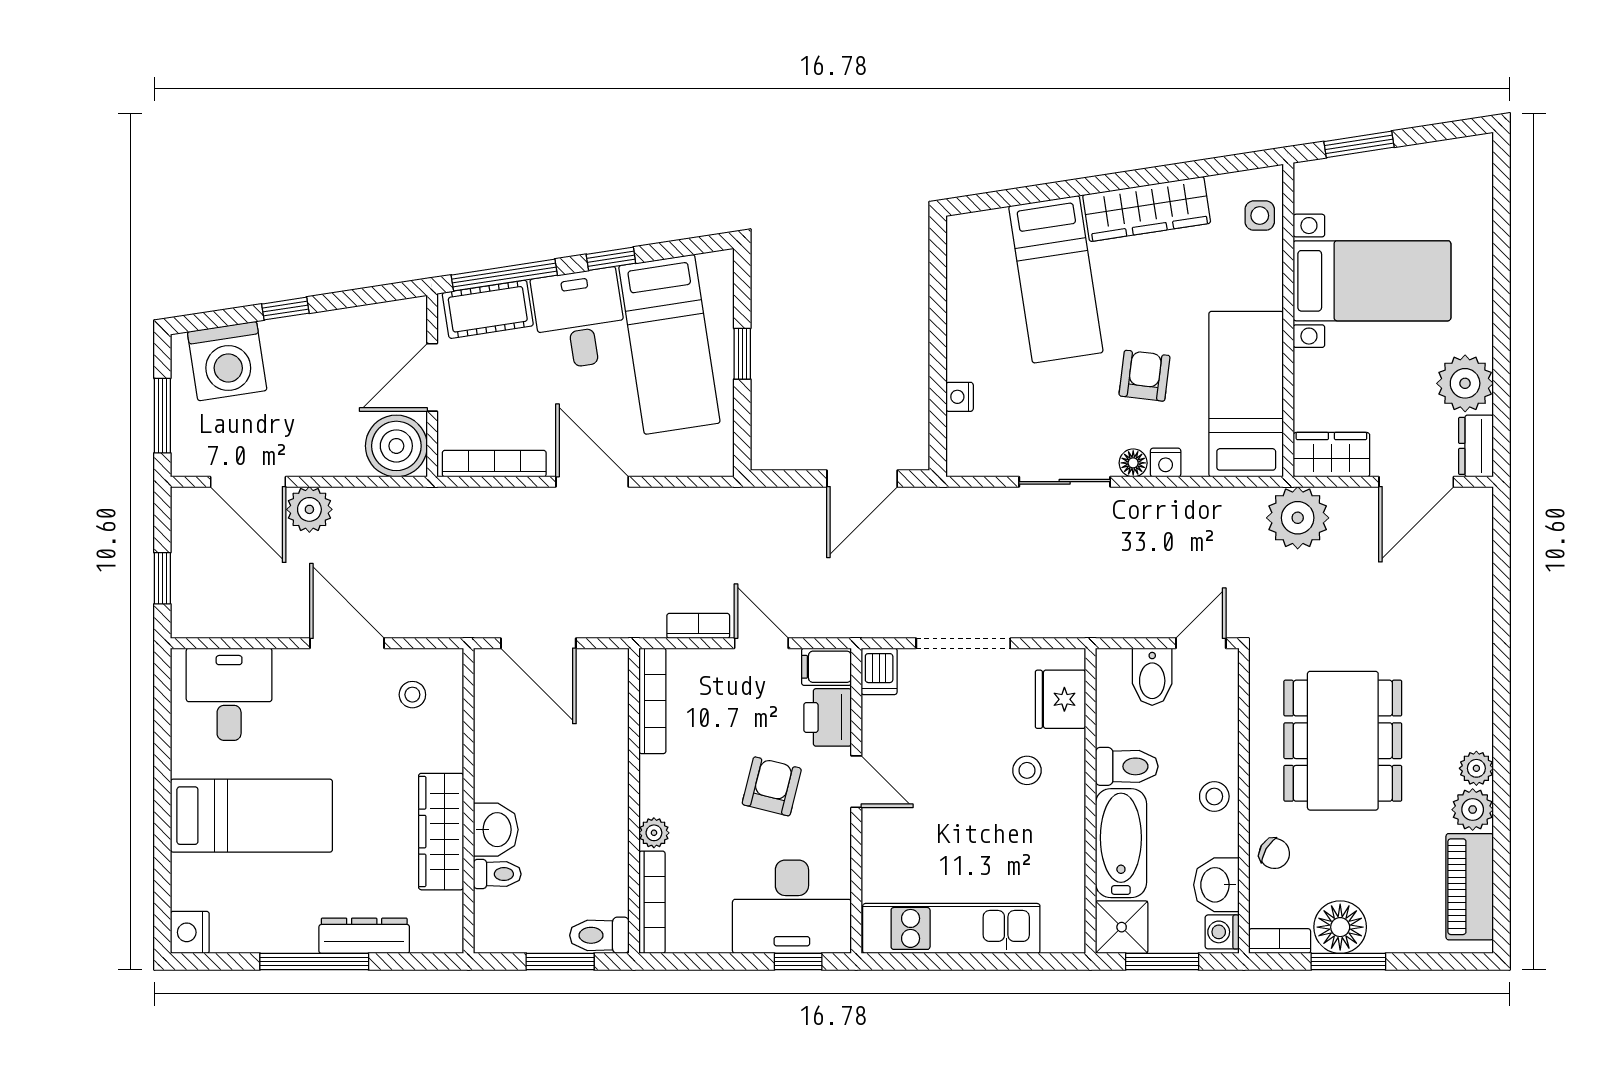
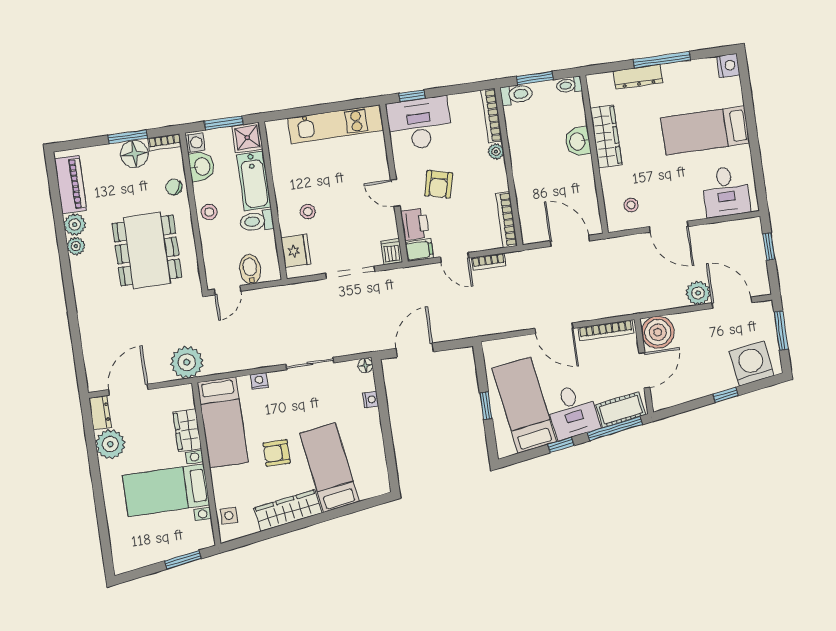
armchair: (1145, 376) -> (277, 453), moved, turned 83
wardrobe: (1331, 455) -> (187, 430), moved, turned 90
floor lamp: (1133, 463) -> (365, 365), moved
toilet: (497, 874) -> (569, 85), moved

